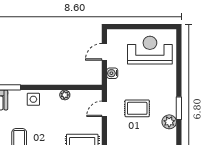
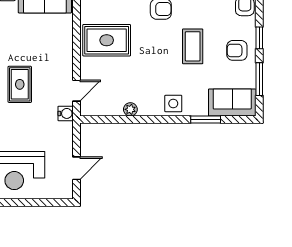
water cooler: (112, 73) -> (66, 113), moved
rug: (137, 108) -> (20, 84), moved, turned 90

